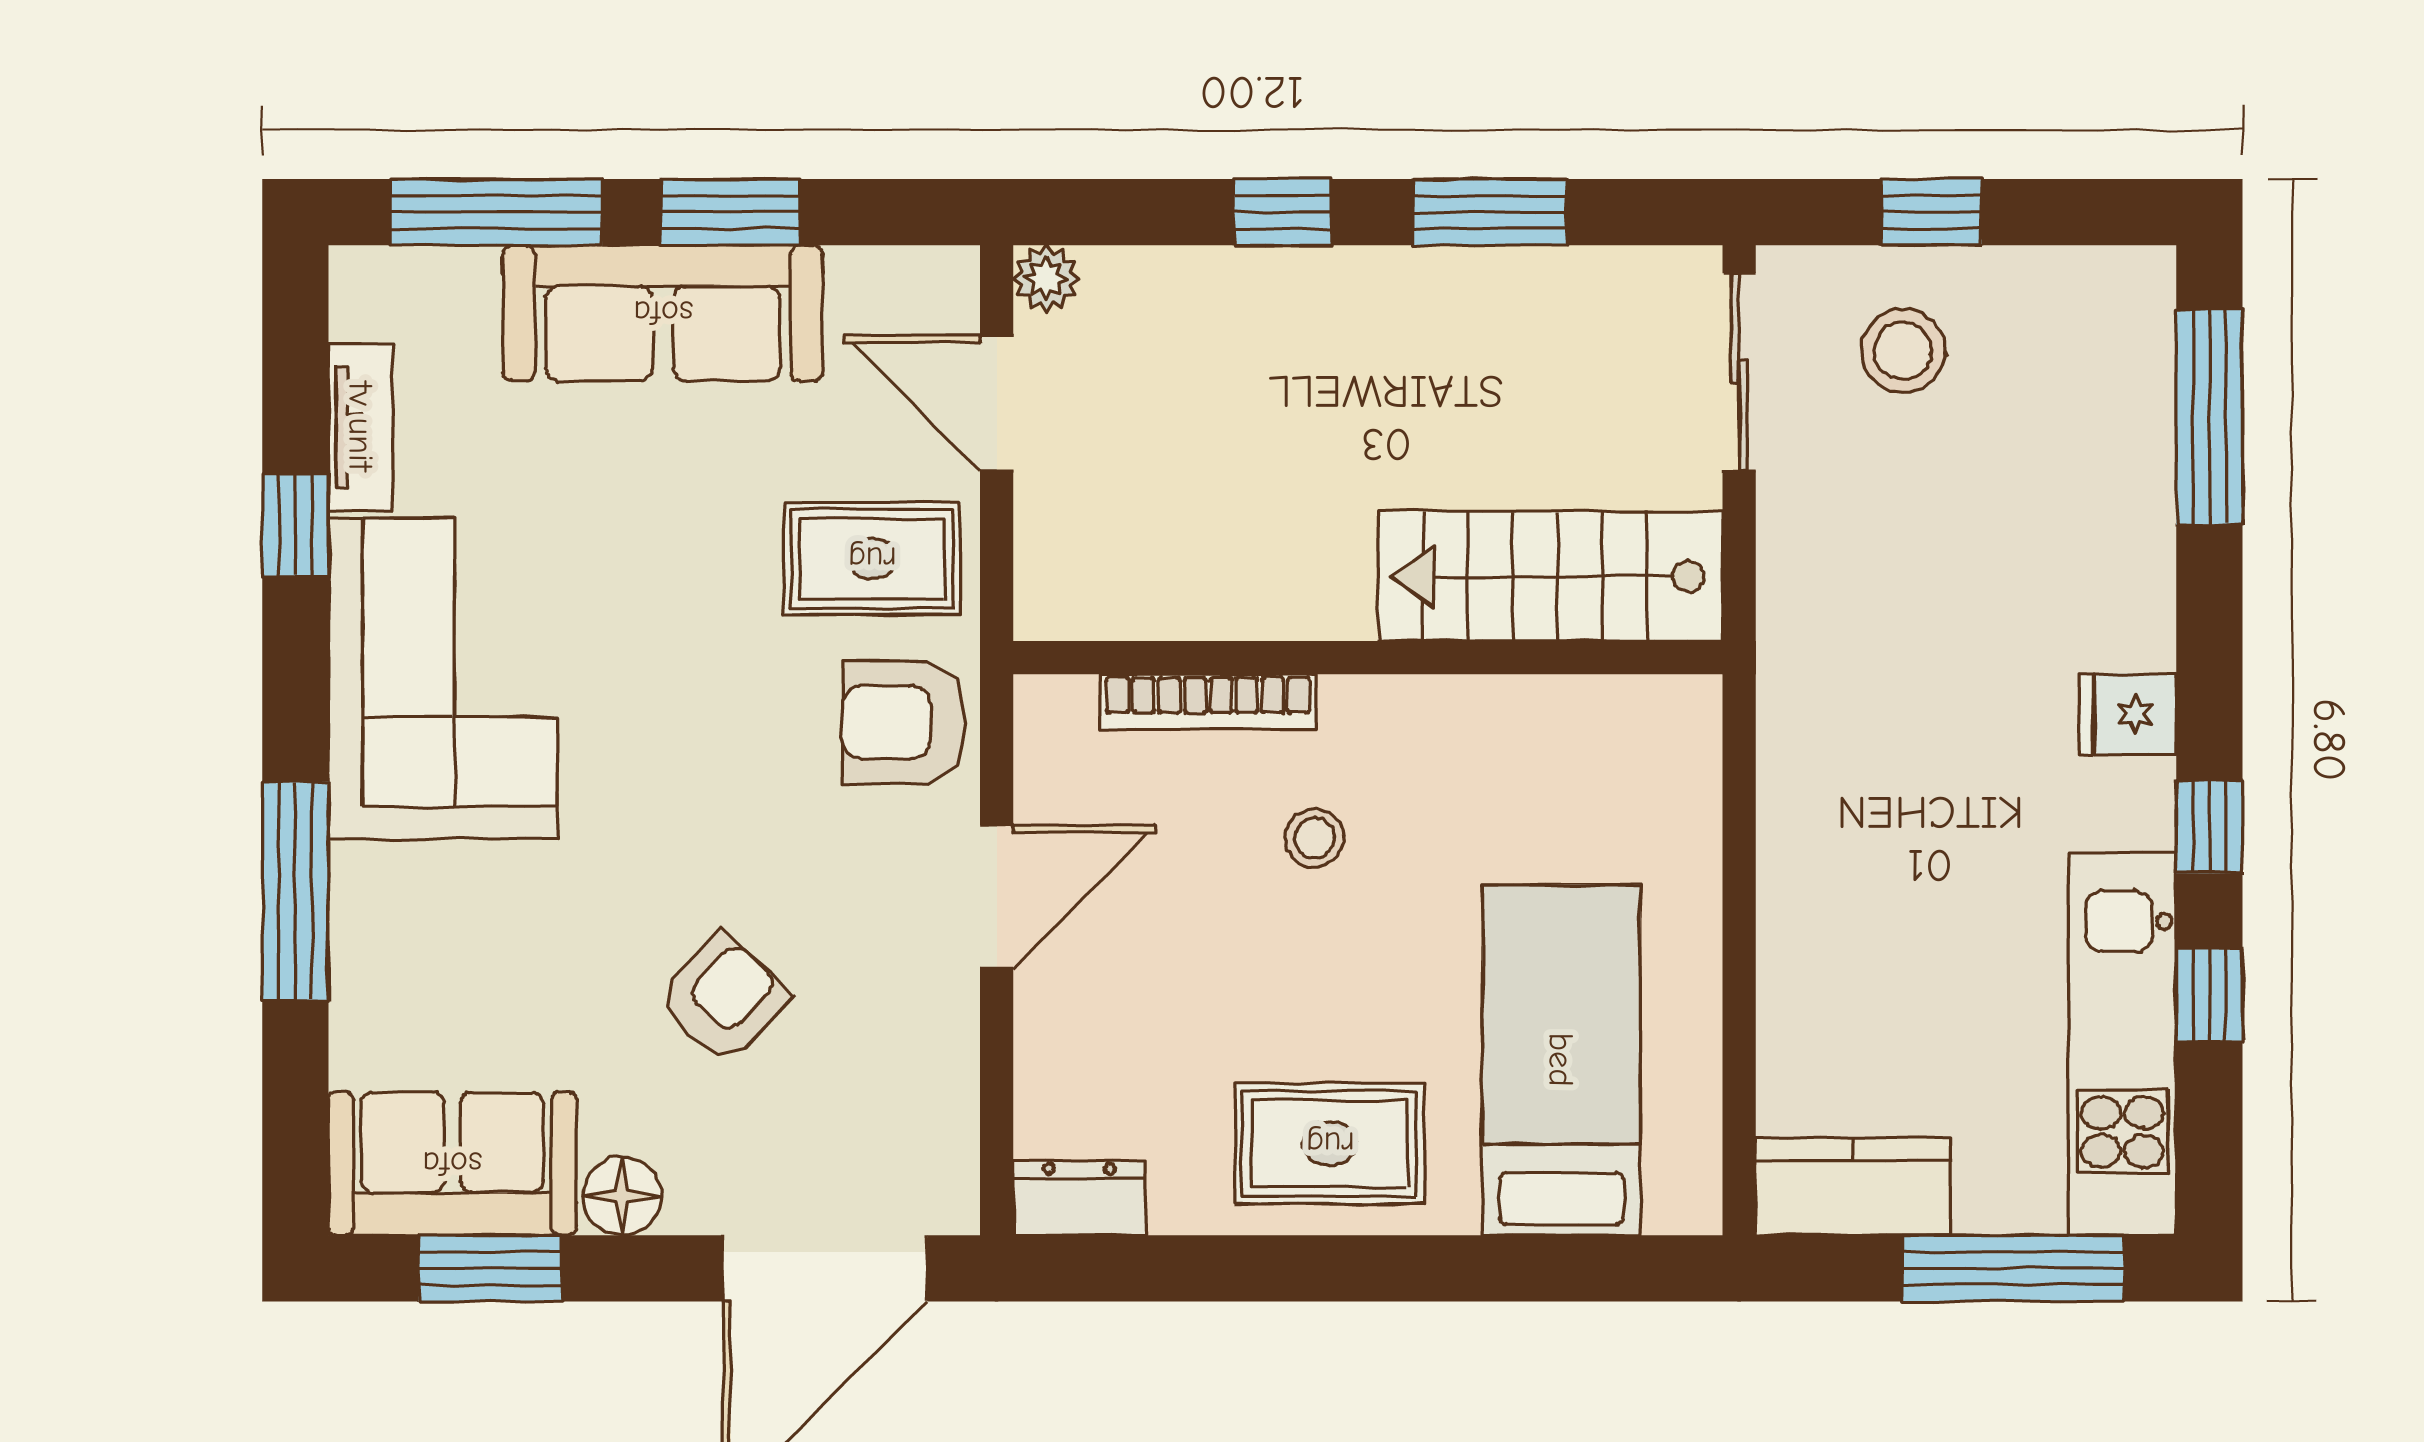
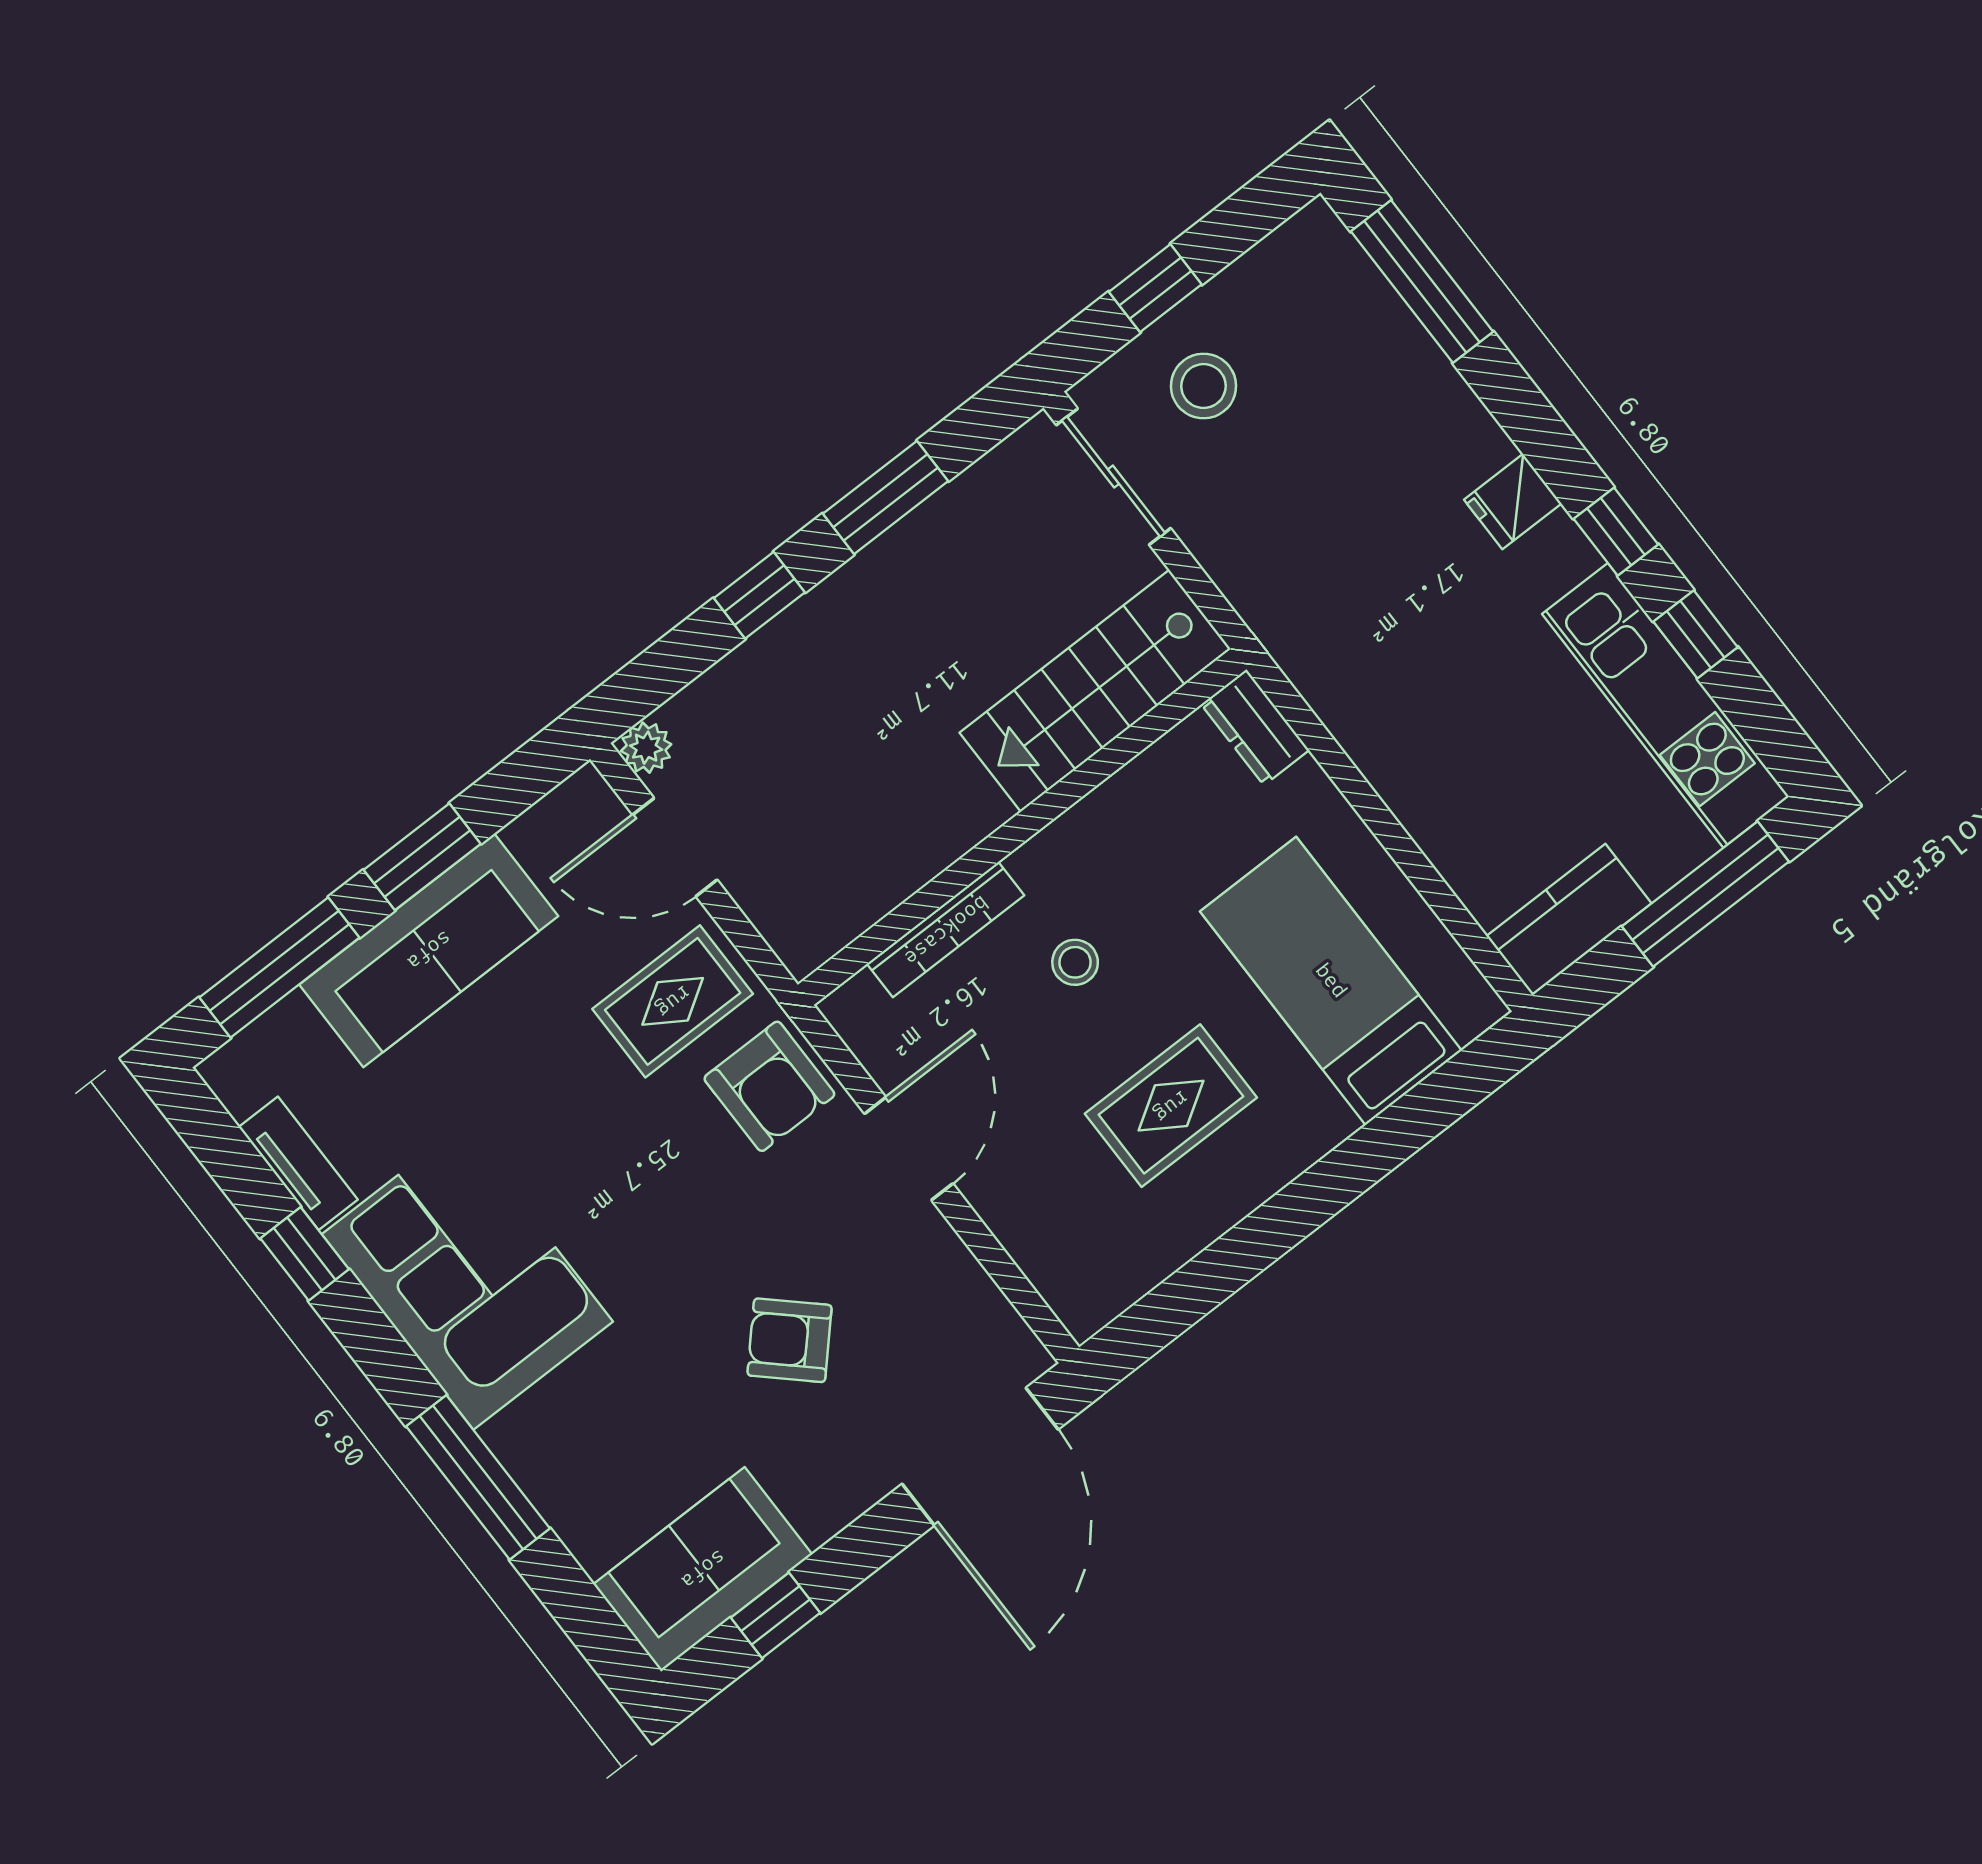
armchair: (904, 722) -> (769, 1086), turned -90
armchair: (723, 998) -> (790, 1340), turned -90
rug: (1330, 1144) -> (1171, 1106), moved
floor lamp: (622, 1196) -> (822, 1508), removed
dresser: (1079, 1198) -> (1255, 727), moved, turned -90
window: (490, 1268) -> (775, 1615), width x0.67

